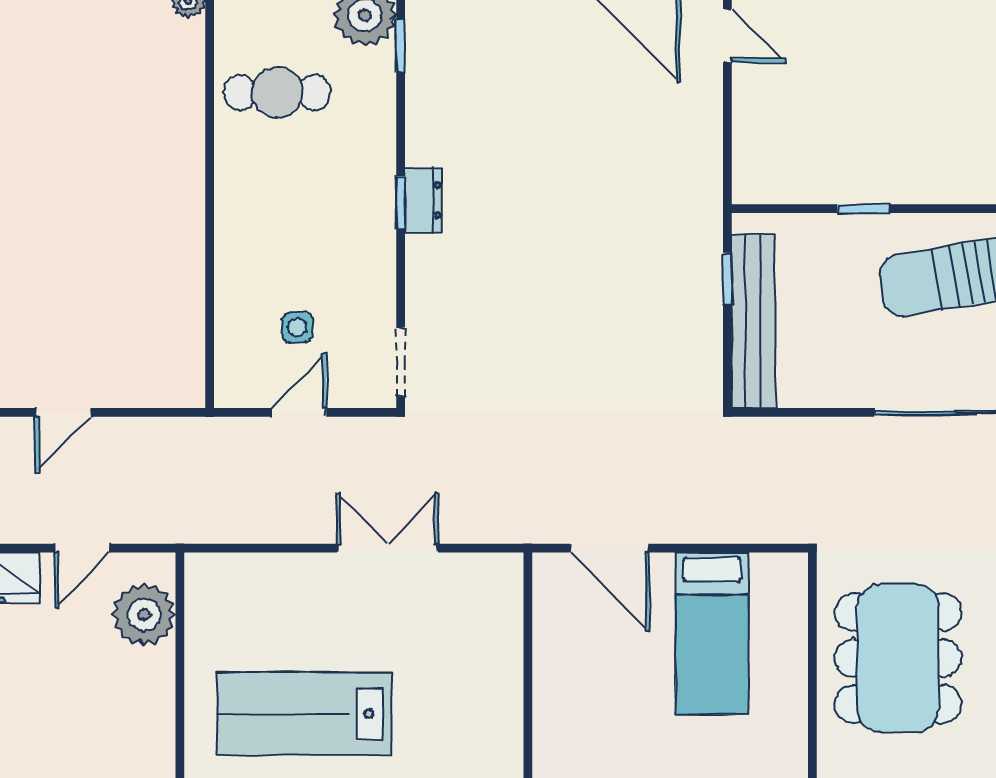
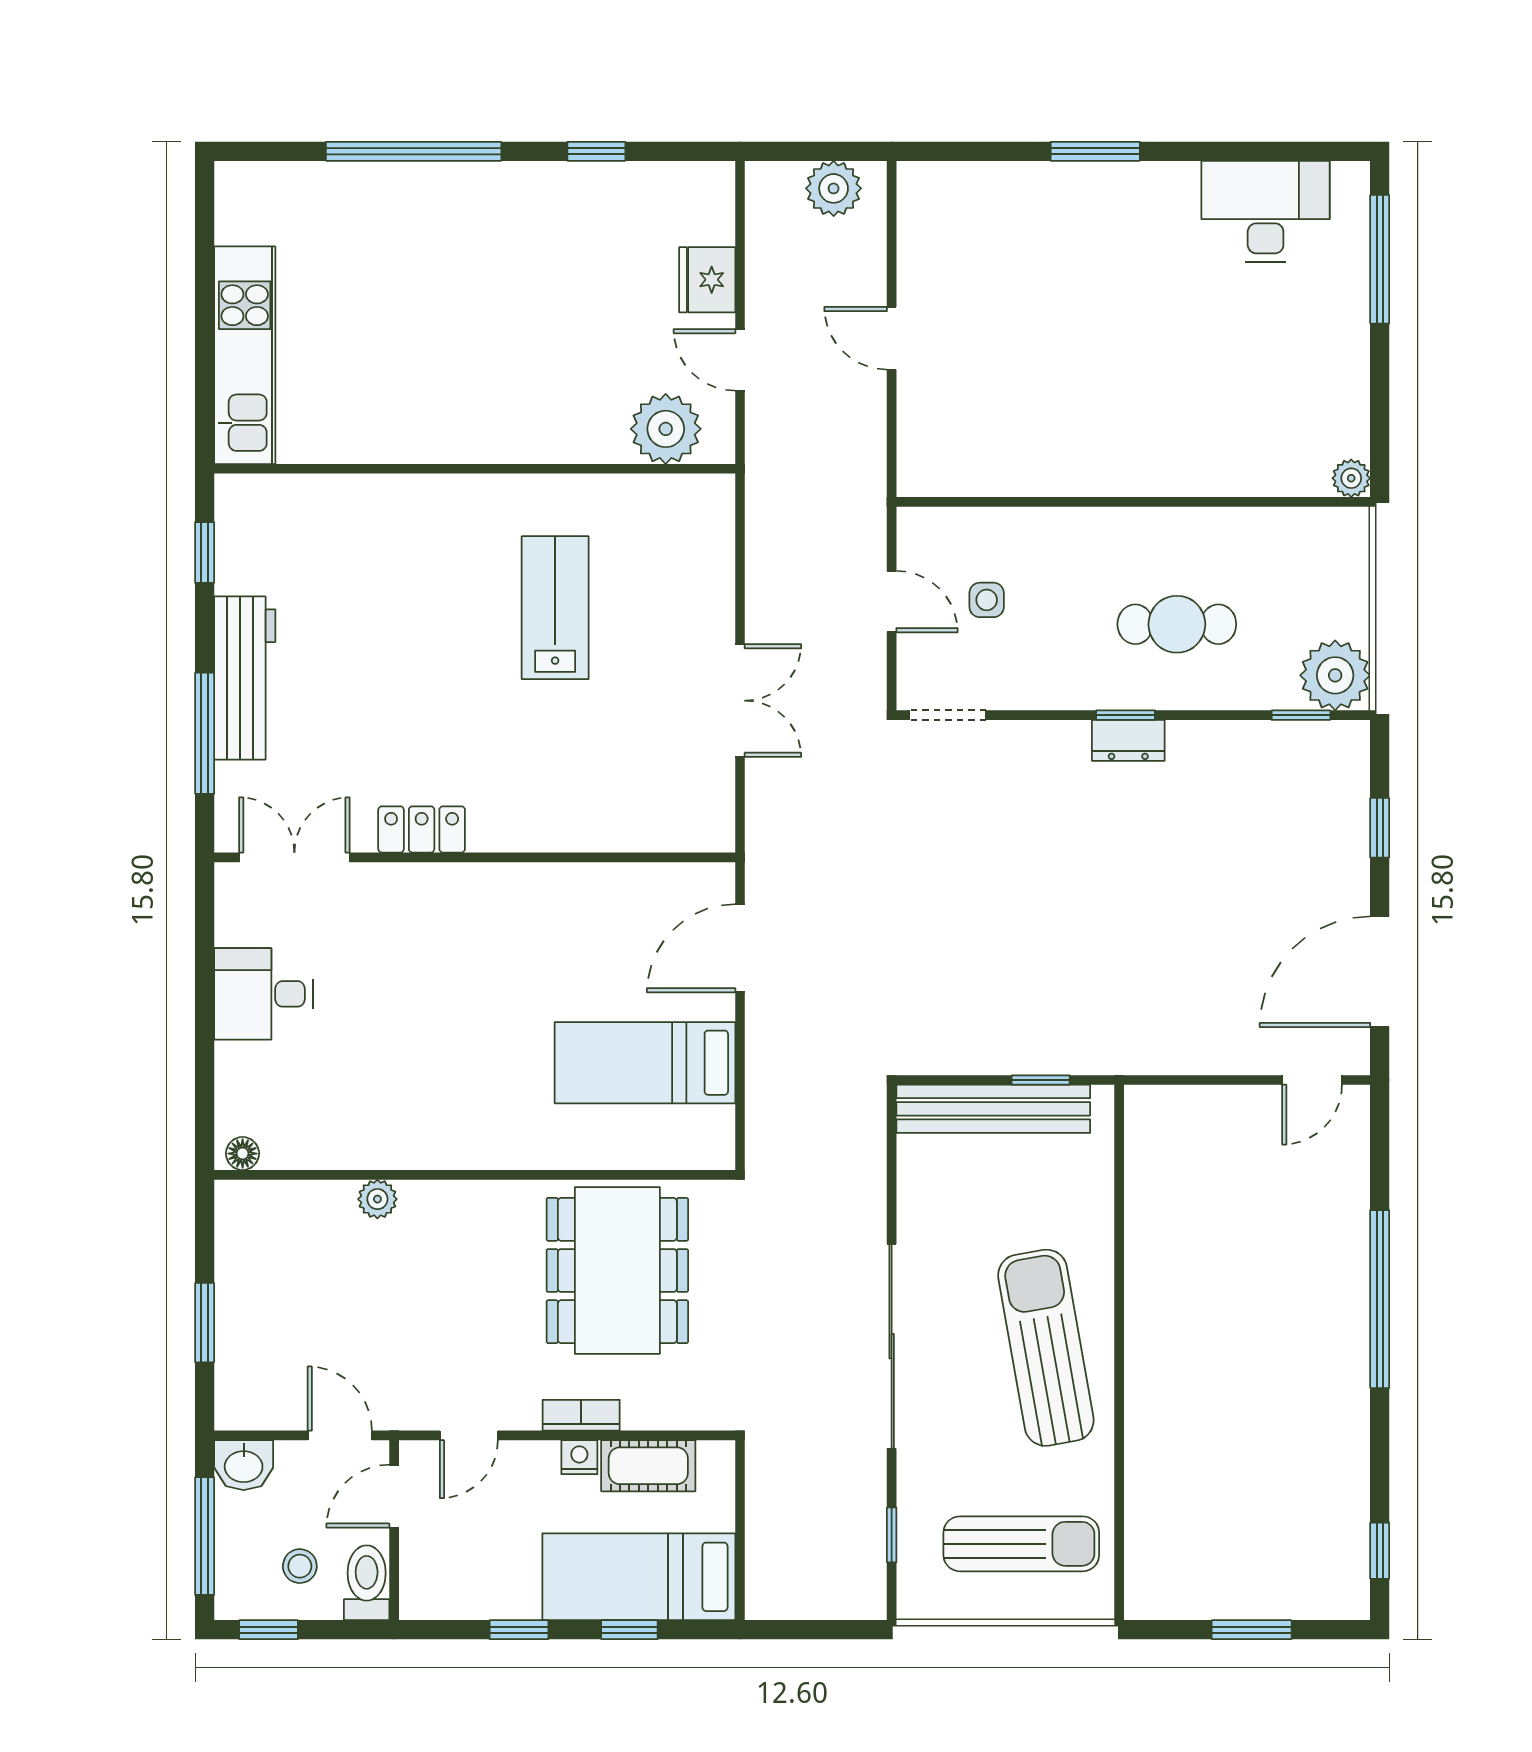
cafe table: (277, 92) -> (1177, 624), moved, turned 90
window: (863, 209) -> (1119, 1232), removed
dining table: (898, 658) -> (617, 1271), turned 90
lab bench: (304, 714) -> (555, 608), width x0.73, depth x0.72

